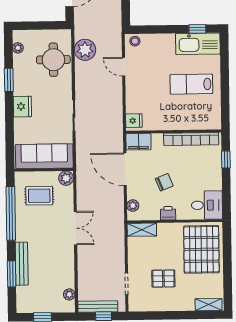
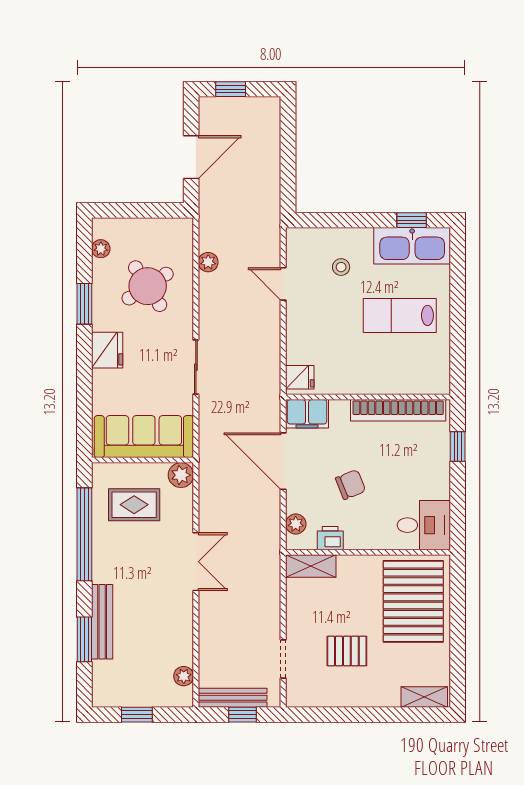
stool: (135, 41) -> (341, 267), moved
plant: (85, 50) -> (208, 262), width x0.53, depth x0.53
round table: (53, 60) -> (148, 286), moved, turned -33
printer: (168, 213) -> (330, 538), moved

